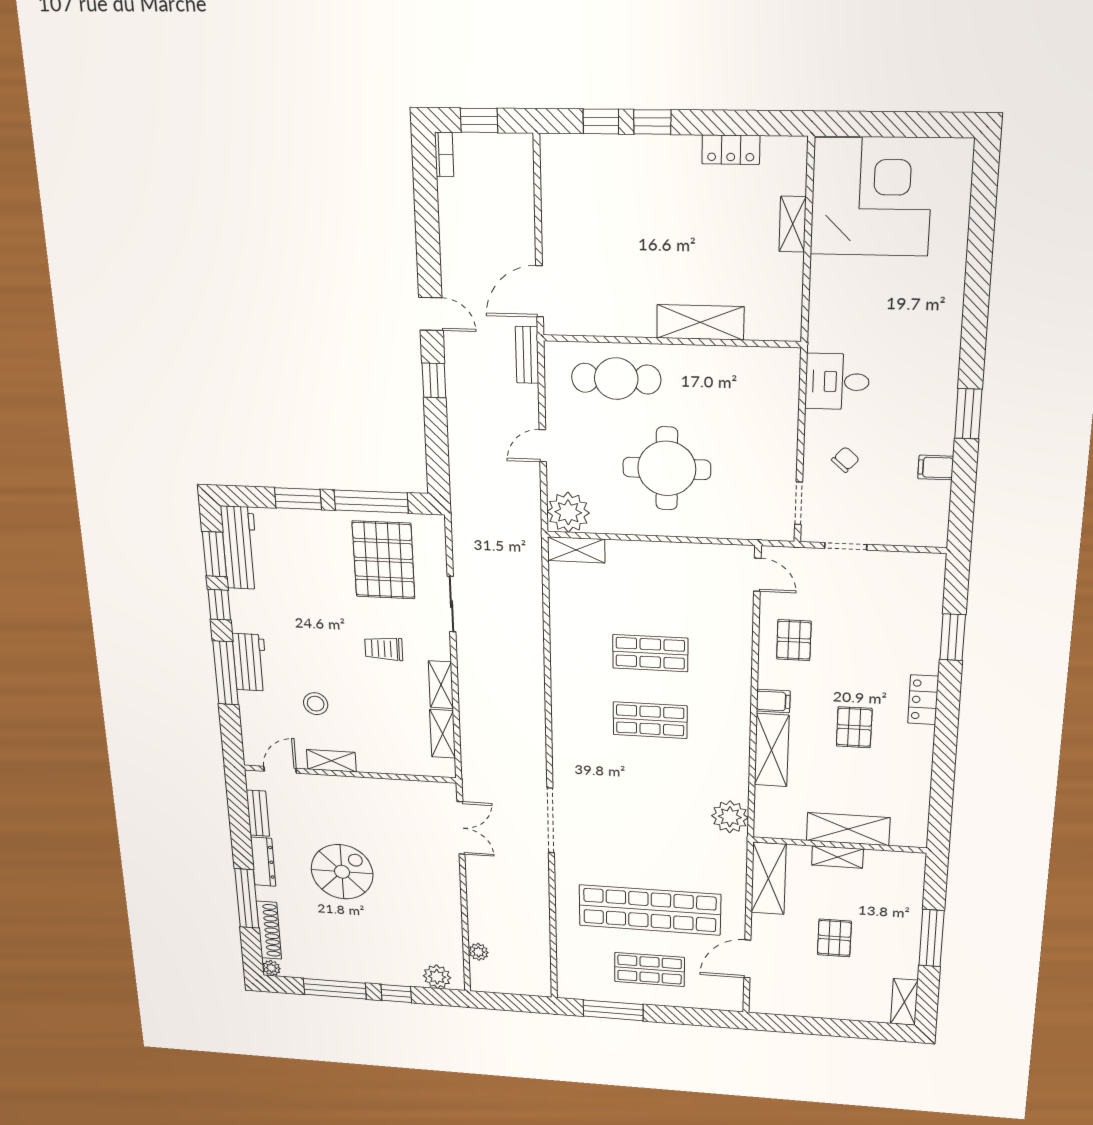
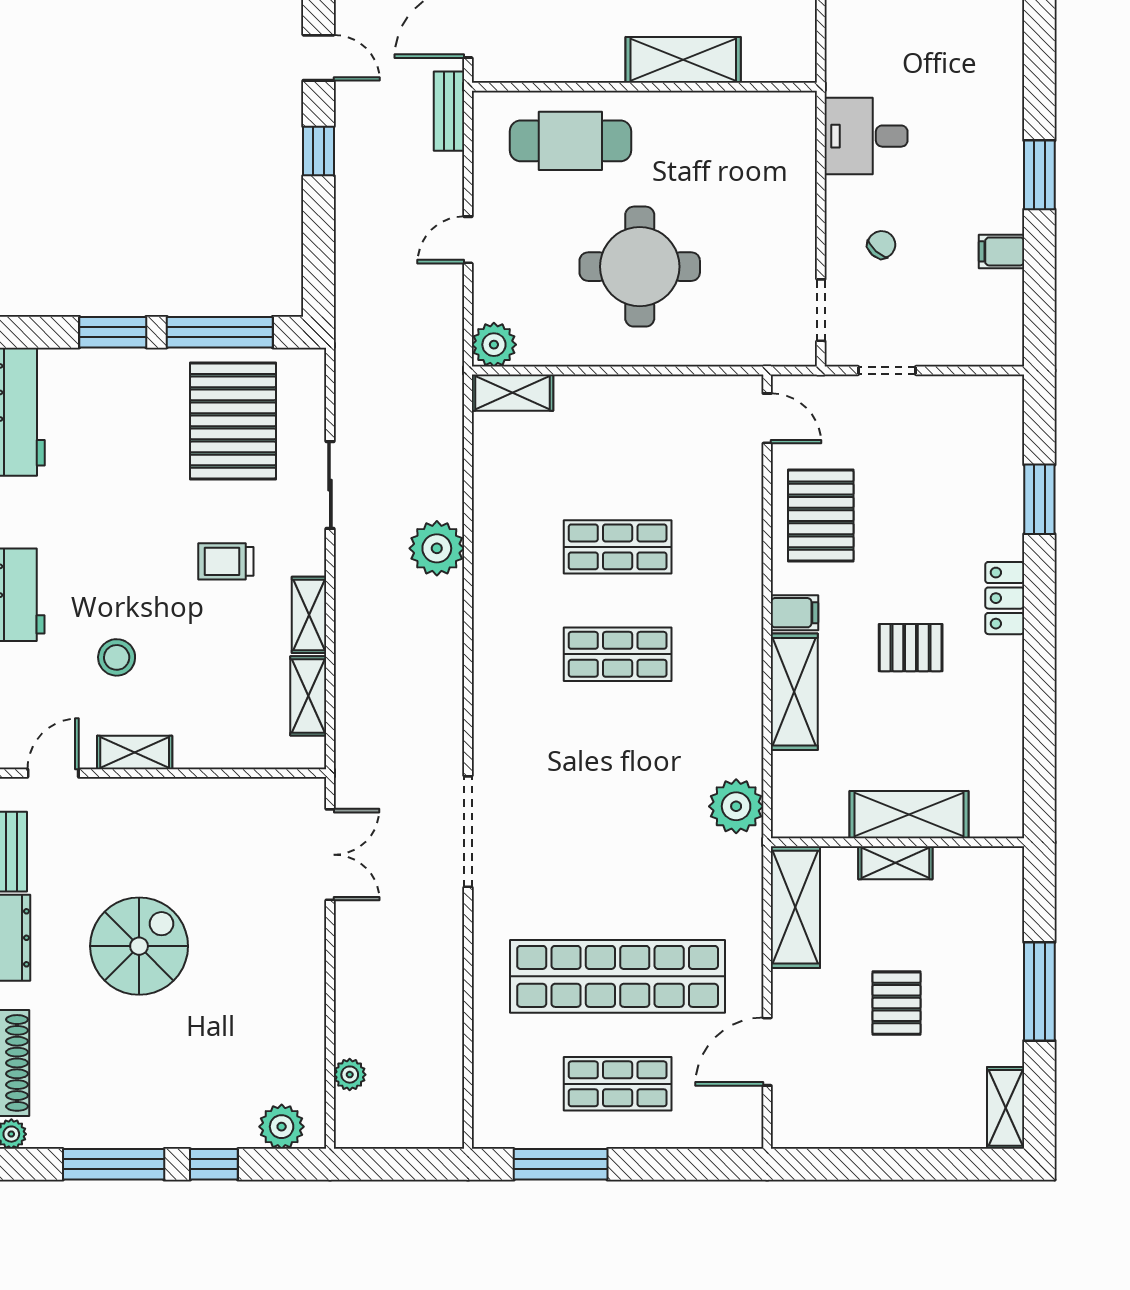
plant: (568, 512) -> (494, 345), width x0.73, depth x0.73
pallet: (794, 640) -> (821, 516), width x1.50, depth x1.42
plant: (526, 648) -> (437, 548), added
pallet: (854, 727) -> (911, 648), turned 90

